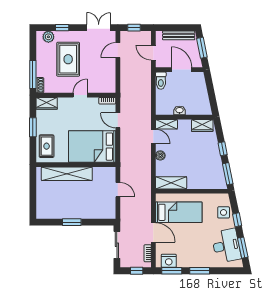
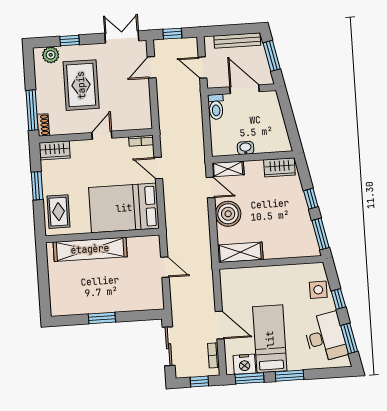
boiler: (160, 155) -> (228, 214), width x1.86, depth x1.86
bed: (179, 212) -> (270, 339), moved, turned -90

